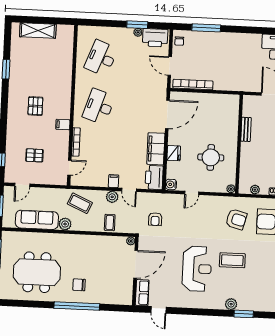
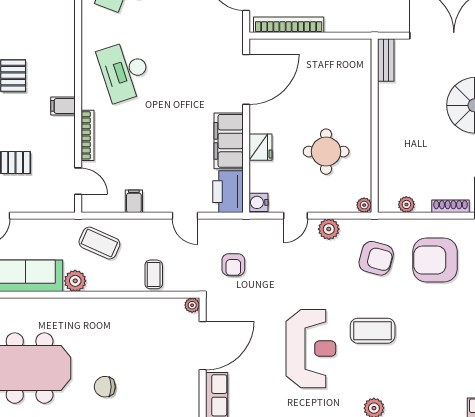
desk: (99, 107) -> (125, 71), turned -36
bench: (246, 129) -> (386, 60), moved
door: (69, 168) -> (78, 181), hinge flipped
filing cabinet: (114, 181) -> (134, 201), moved
plant: (112, 197) -> (329, 229), moved

